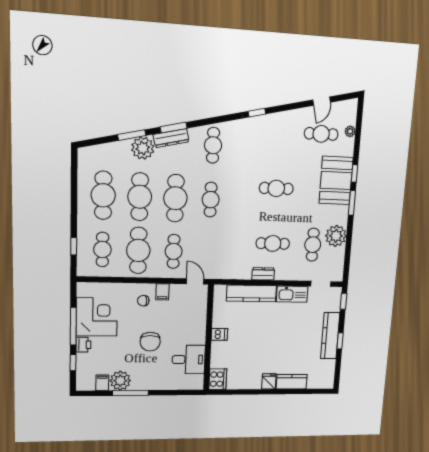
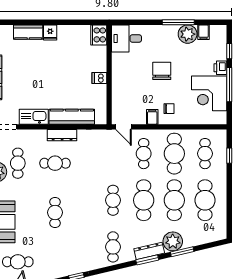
cafe table: (276, 188) -> (55, 212), turned 90
dresser: (263, 274) -> (62, 135), width x1.44
desk: (189, 360) -> (127, 38), moved

